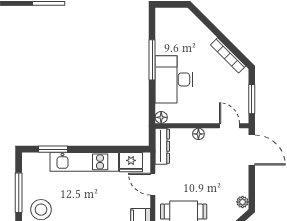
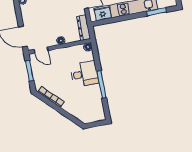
desk: (174, 79) -> (84, 74), width x0.73

